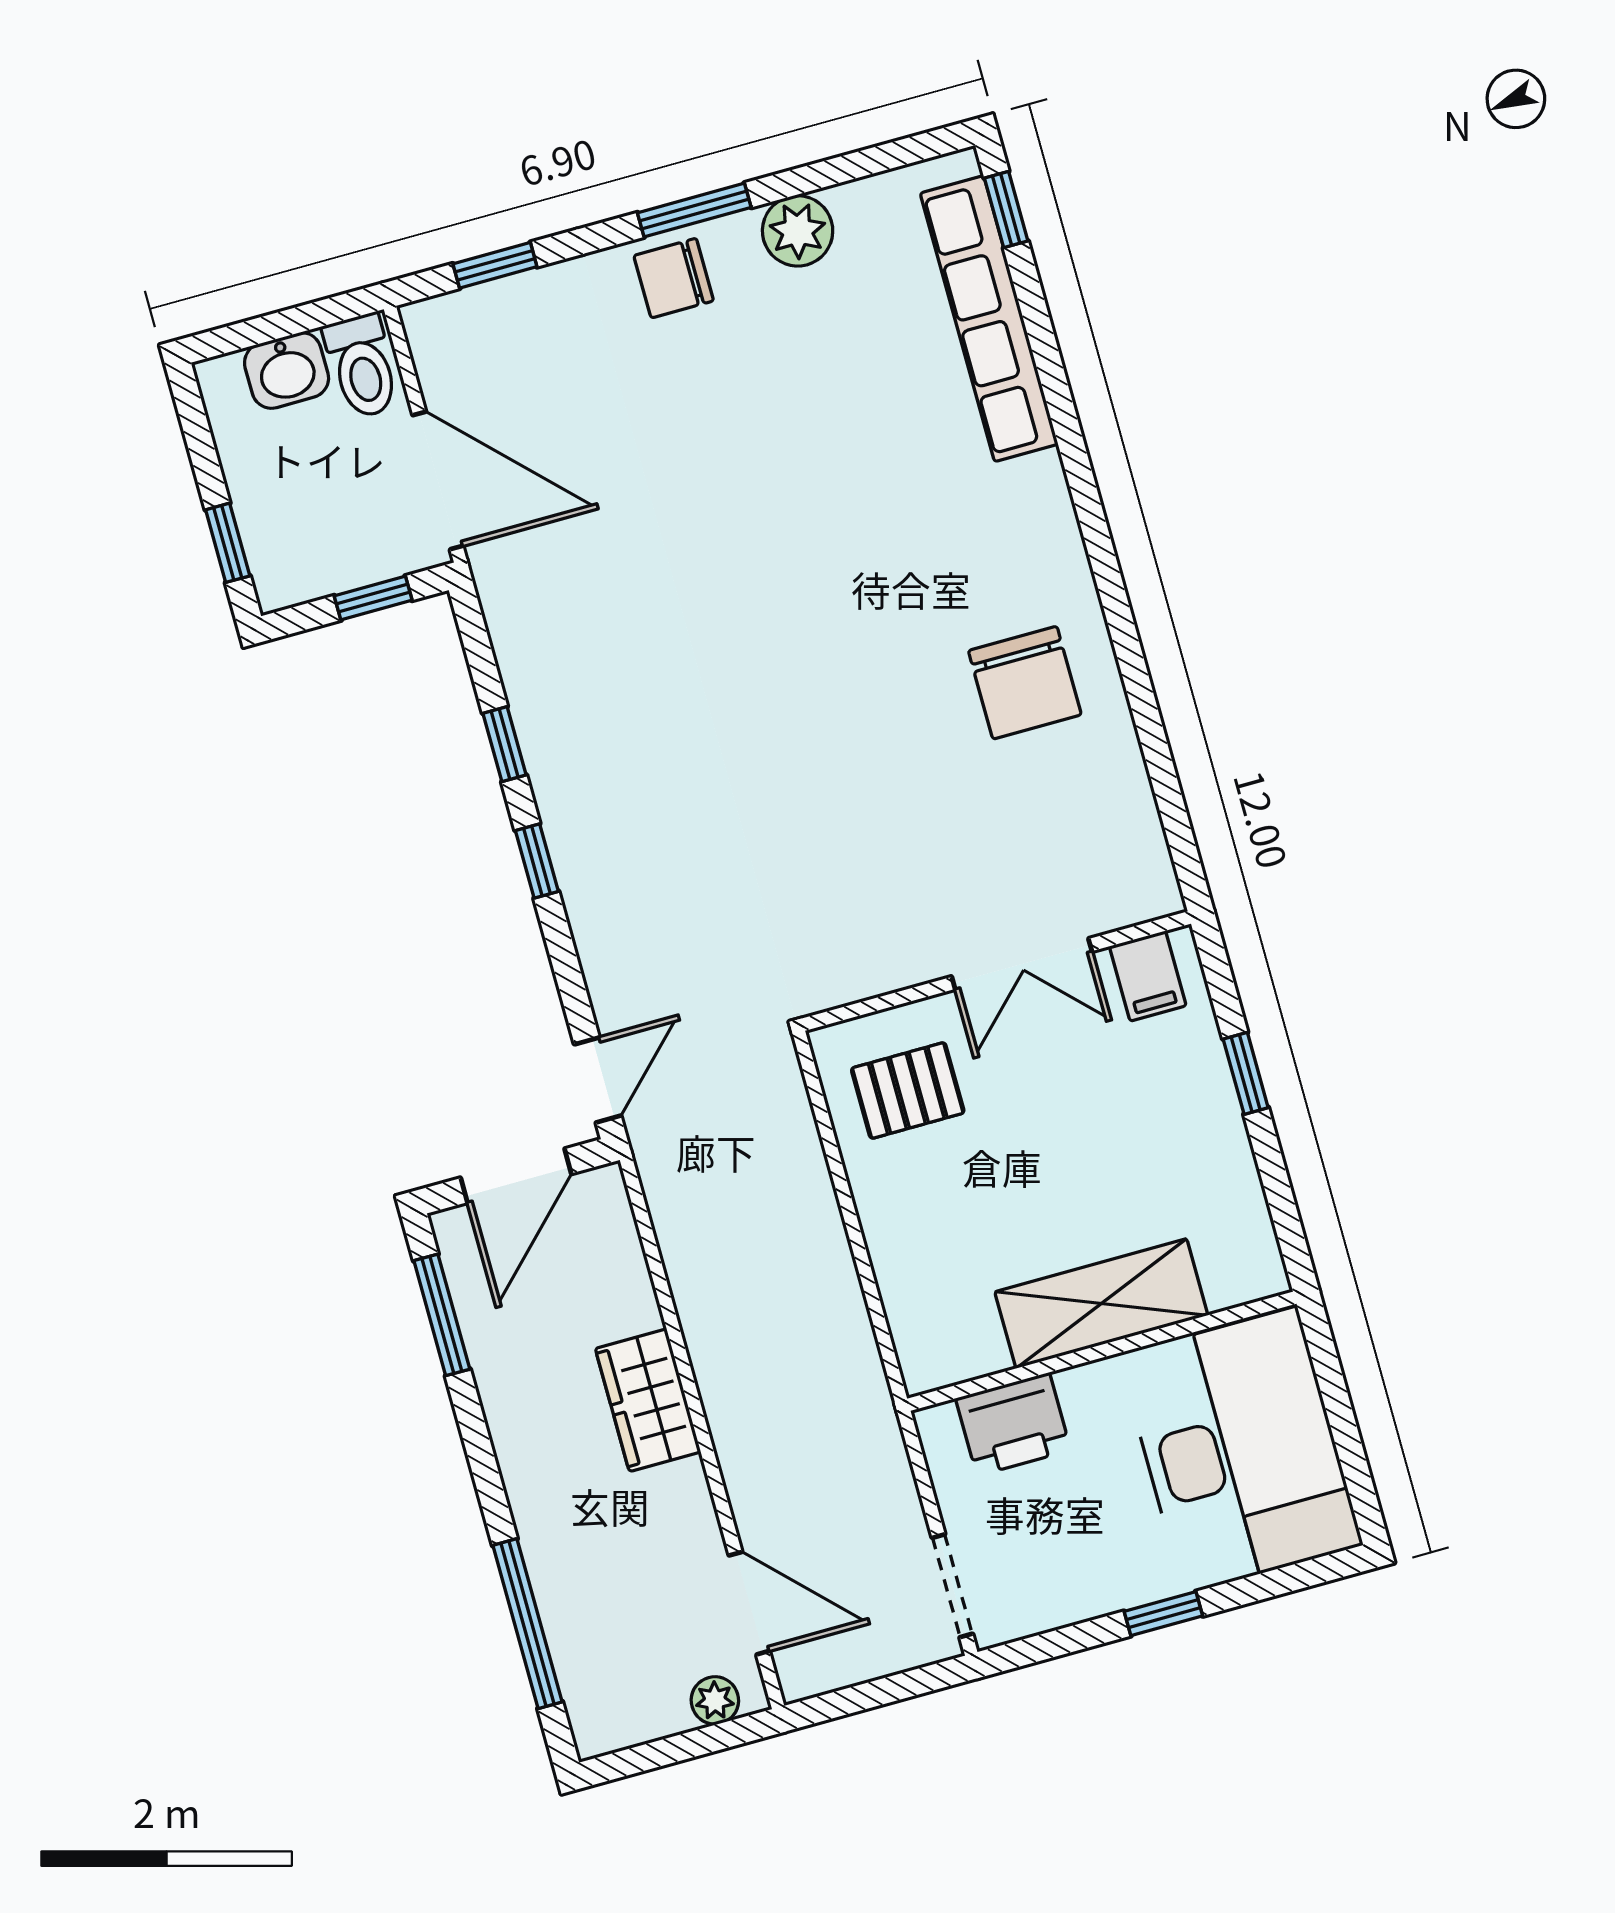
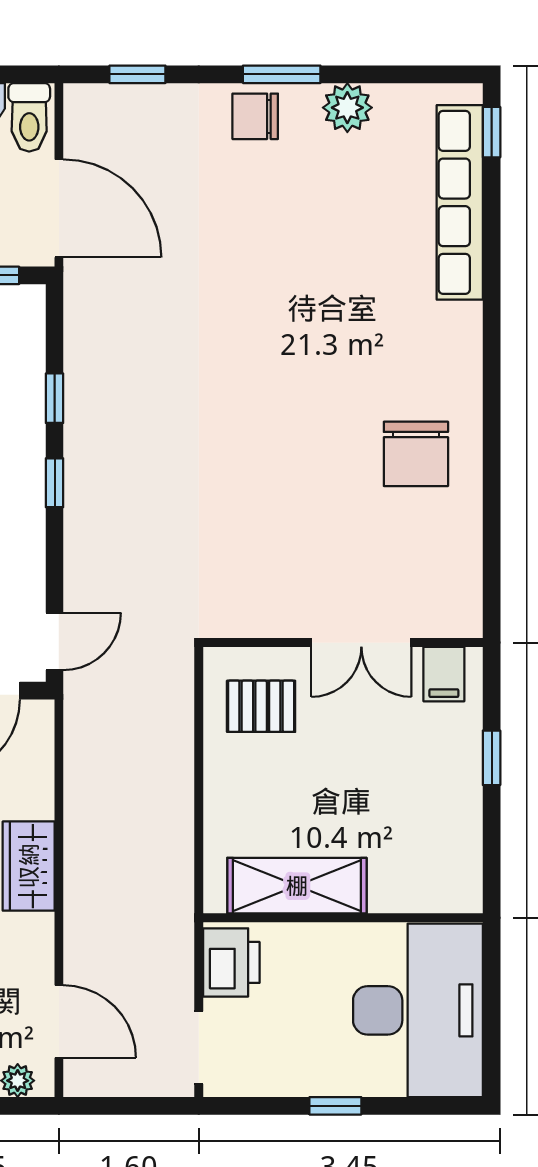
shelving: (1101, 1303) -> (297, 886), moved
printer: (1013, 1424) -> (231, 962), moved, turned -90

